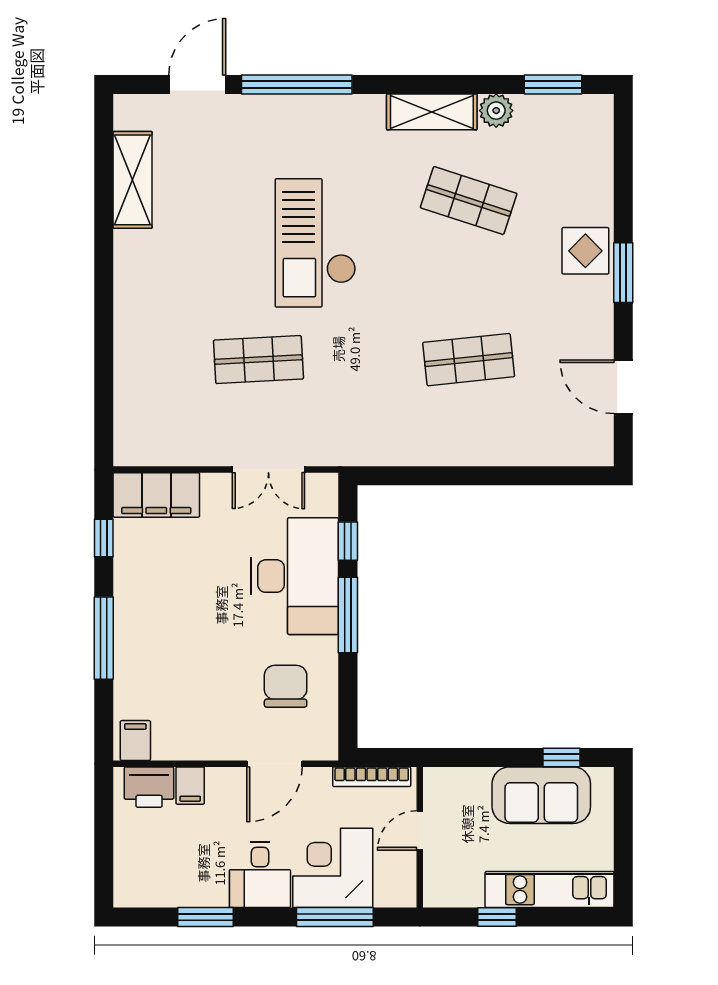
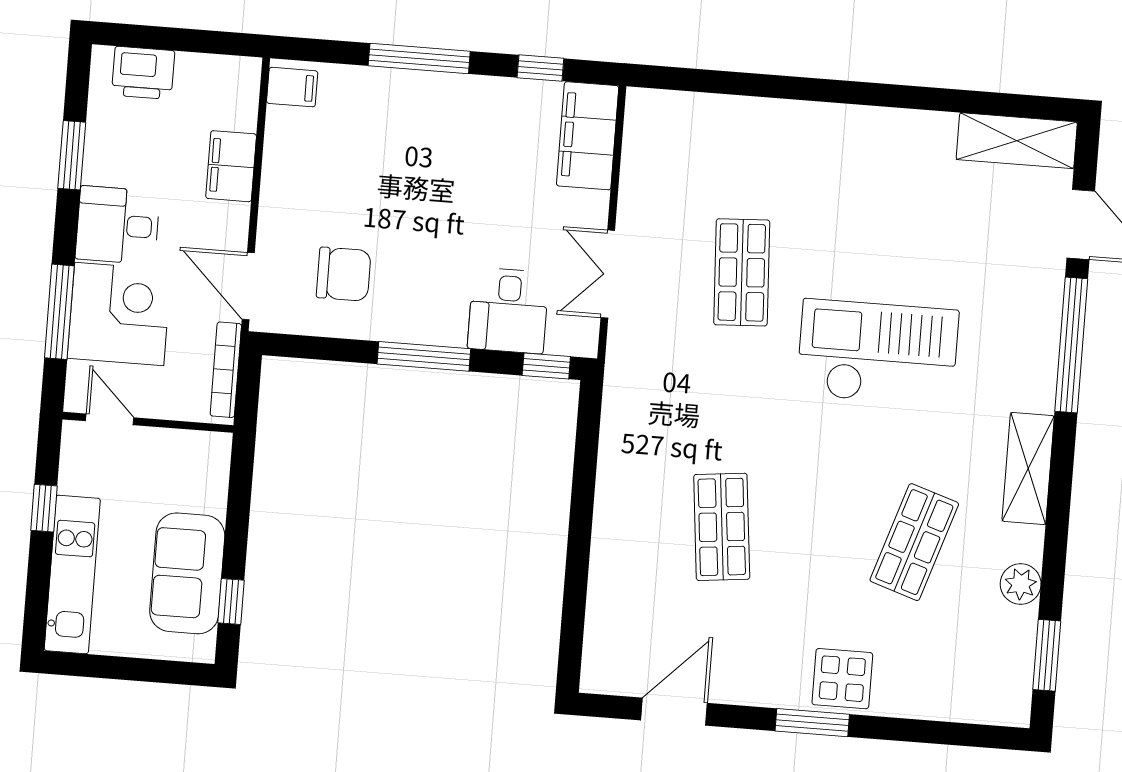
shelving: (432, 112) -> (1028, 468), moved
shelving: (133, 180) -> (1017, 141), moved
window: (348, 541) -> (546, 366), moved
desk: (295, 576) -> (508, 311), width x0.53, depth x0.77
door: (274, 764) -> (248, 286), moved
filing cabinet: (190, 786) -> (231, 166), width x2.00
printer: (149, 787) -> (143, 73), moved, turned -90
door: (420, 831) -> (110, 419), moved

